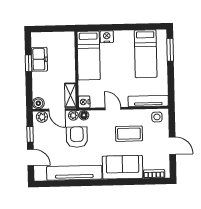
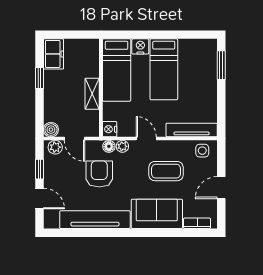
bed: (146, 54) -> (164, 69), moved
freezer: (39, 59) -> (54, 54), moved
shelving: (70, 95) -> (92, 94), moved
plant: (73, 116) -> (122, 146), moved
door: (172, 146) -> (221, 188), swing flipped

